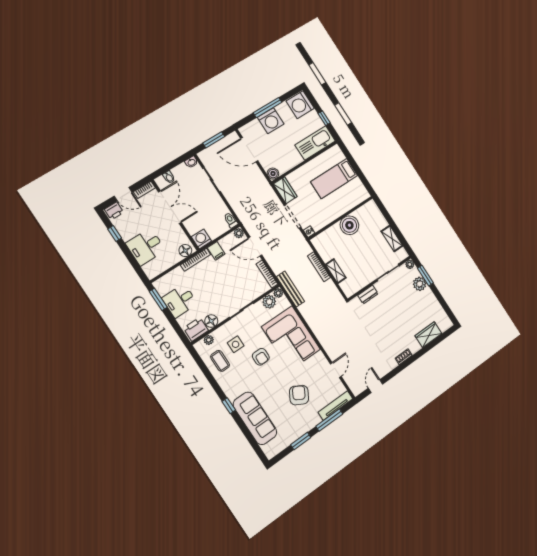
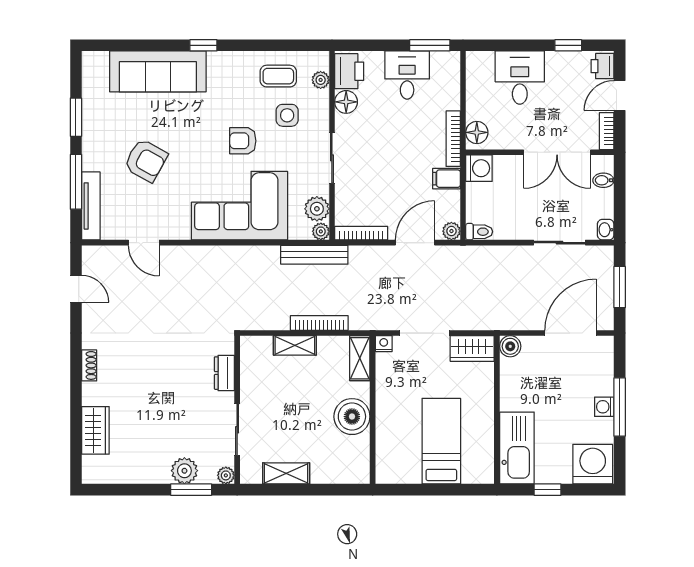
washing machine: (271, 121) -> (604, 407), width x0.53, depth x0.53
shelving: (322, 238) -> (360, 358), added

